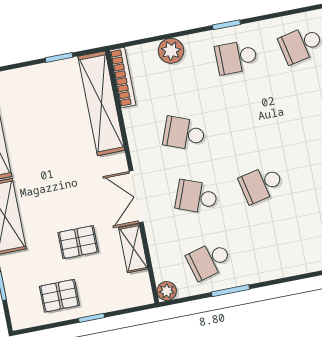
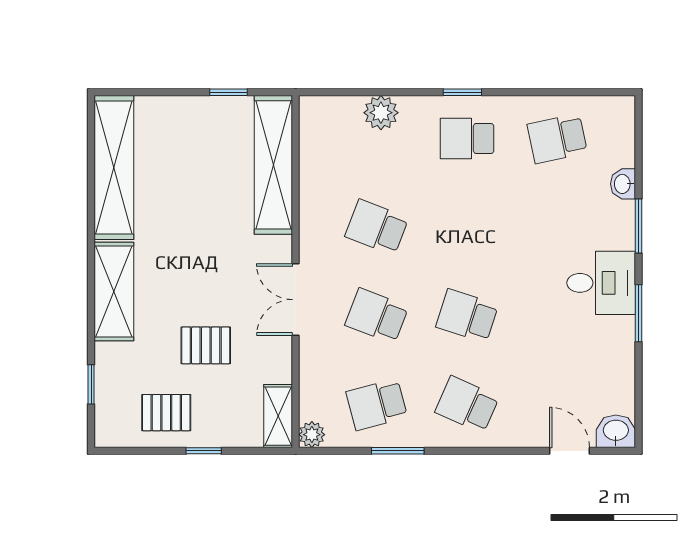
bookcase: (123, 78) -> (309, 136), removed
school desk: (261, 184) -> (467, 316), turned 30
shelving: (133, 248) -> (278, 416), moved
school desk: (274, 248) -> (467, 404), added

